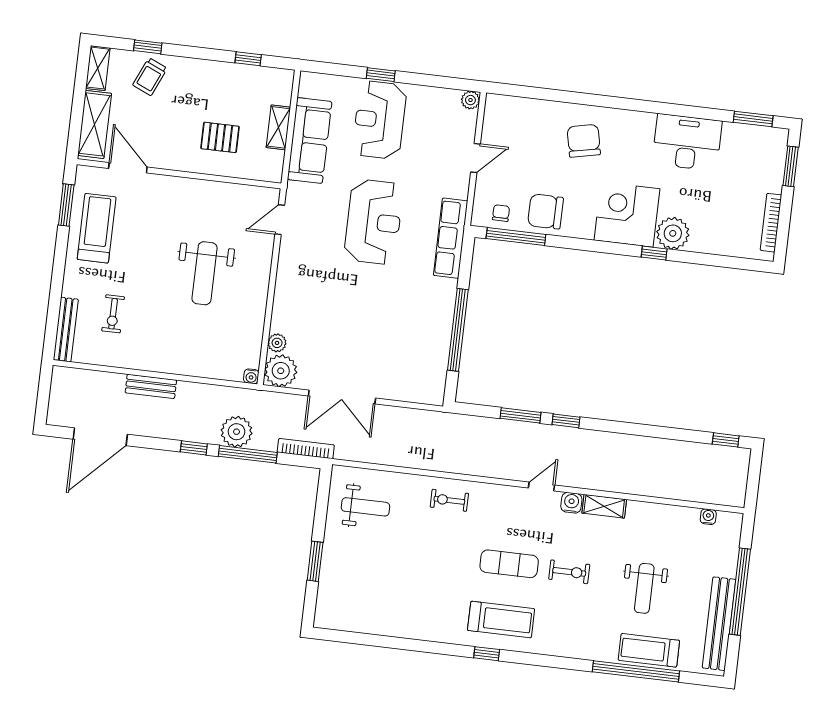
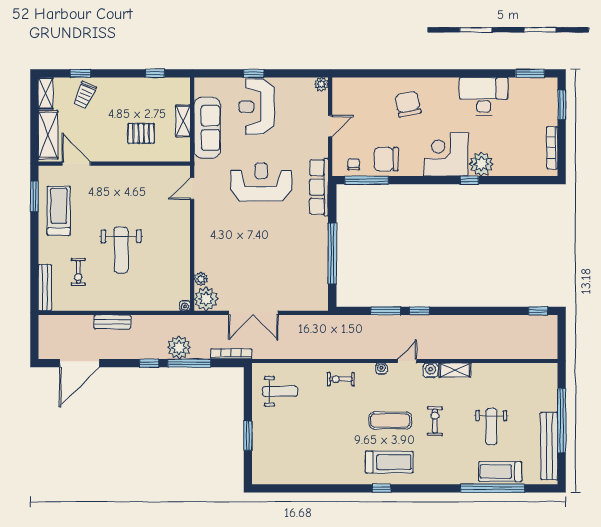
reception desk: (374, 222) -> (261, 182), turned -90
weight bench: (205, 273) -> (121, 250), moved
water cooler: (708, 517) -> (381, 369), moved
exercise bike: (569, 572) -> (435, 421), turned -90

